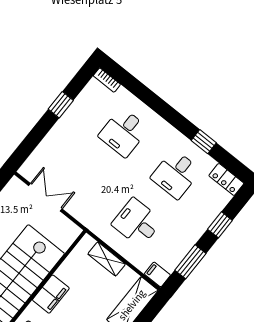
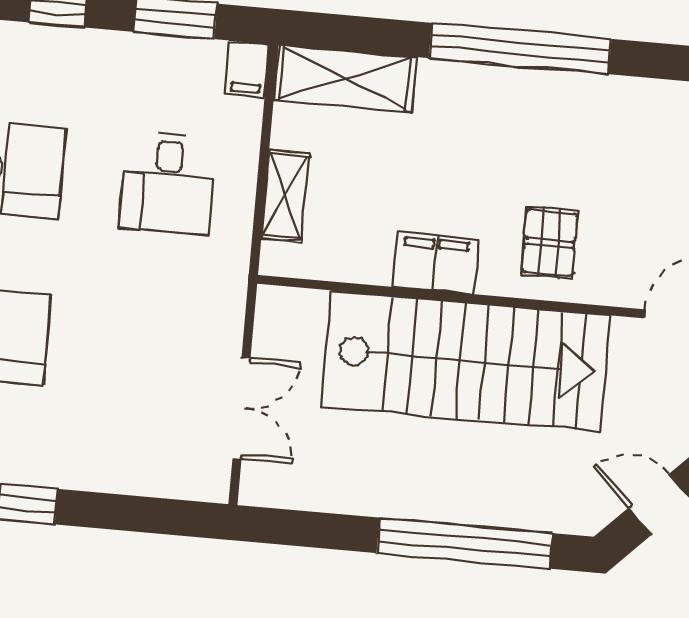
double door: (45, 197) -> (241, 408), swing flipped

